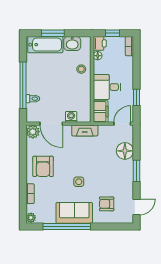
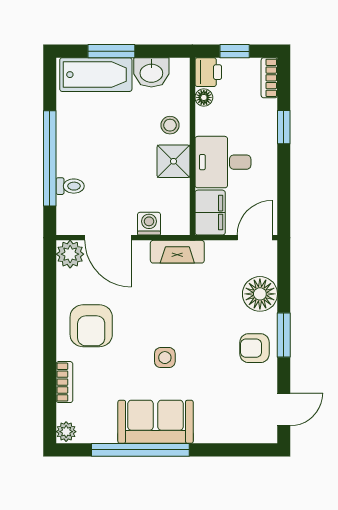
shower: (83, 87) -> (174, 161), added
window: (136, 97) -> (284, 127), moved
armchair: (107, 204) -> (254, 348), moved

